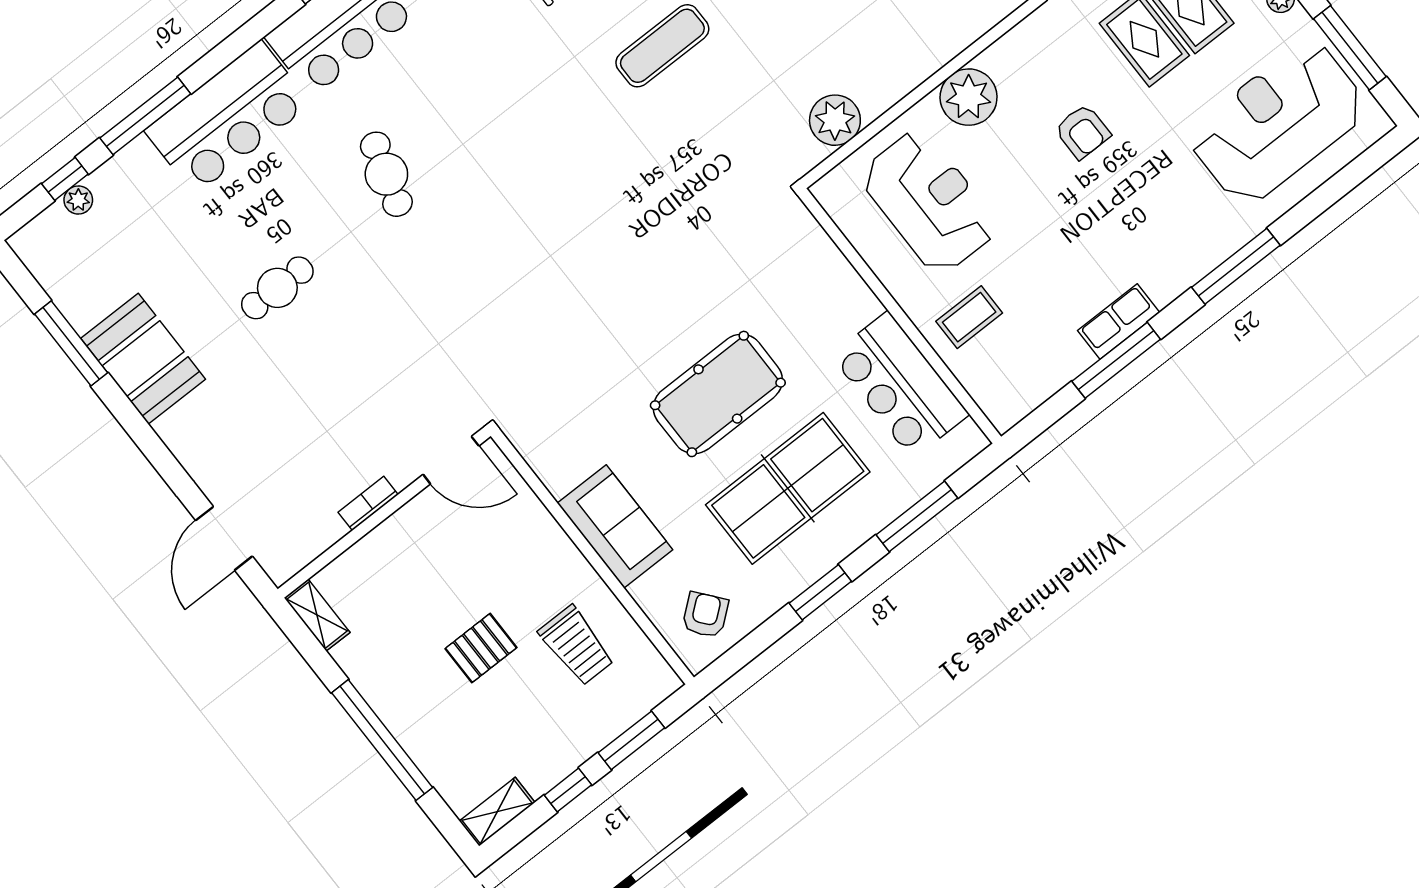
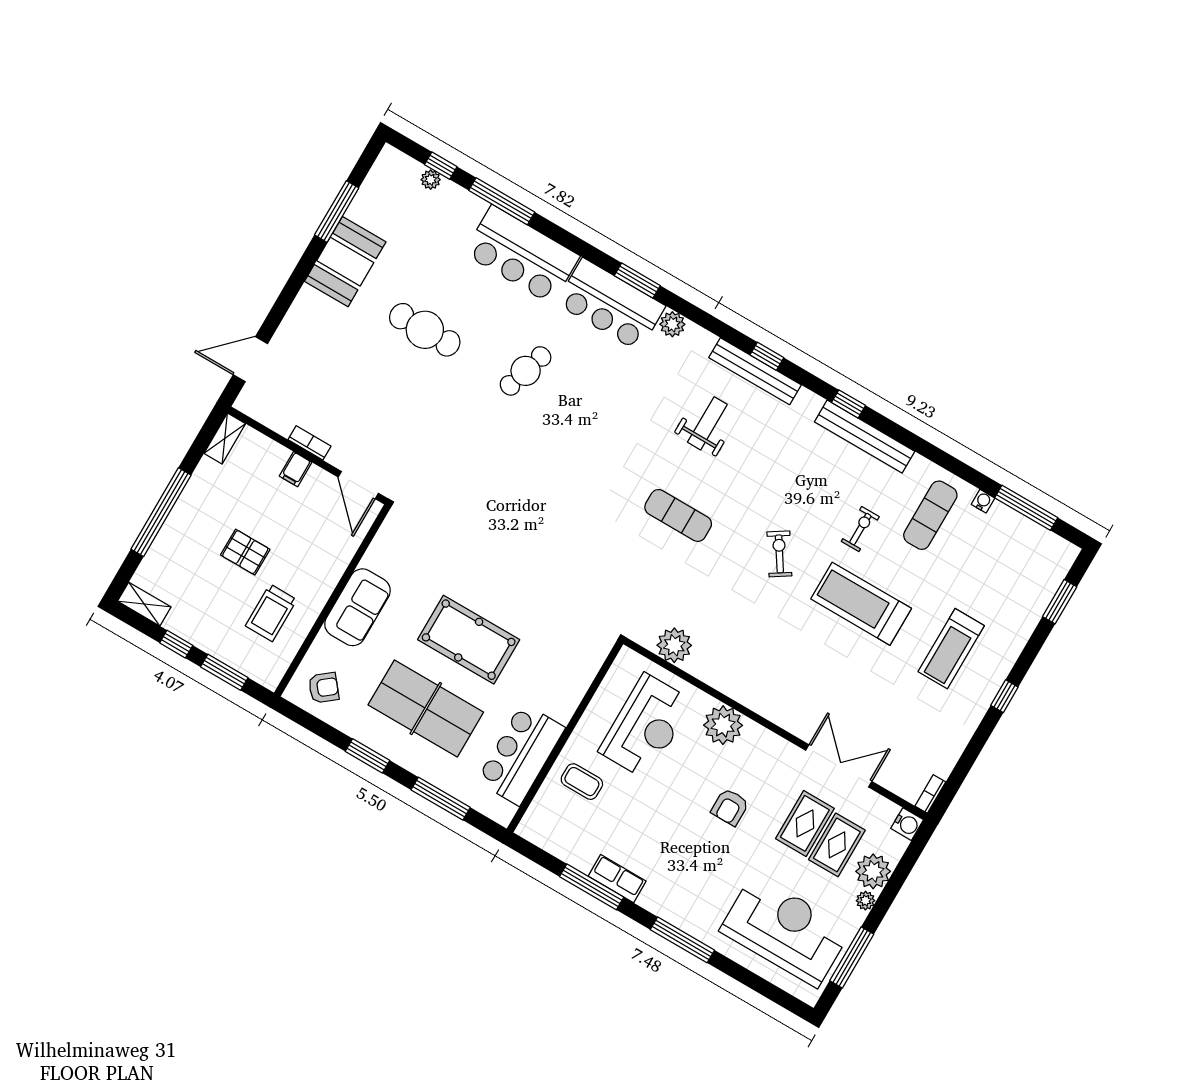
cafe table: (277, 288) -> (425, 330), width x1.37, depth x1.35
filing cabinet: (396, 536) -> (296, 469), added

